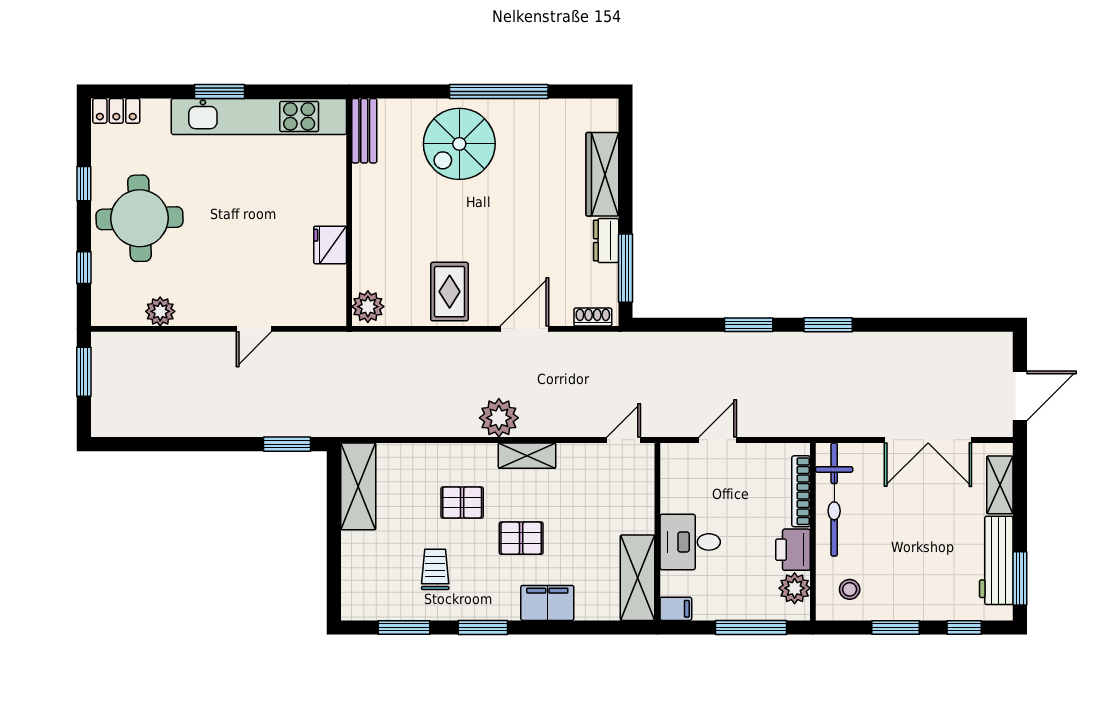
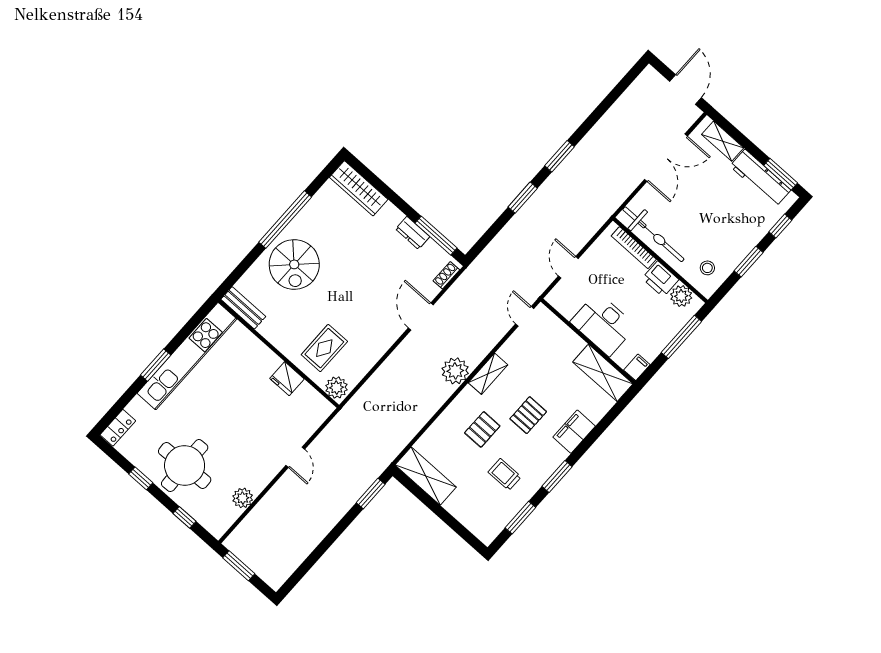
wardrobe: (602, 174) -> (359, 188), moved
rug: (450, 292) -> (324, 348), moved, turned 90
desk: (690, 542) -> (603, 324), width x1.37

